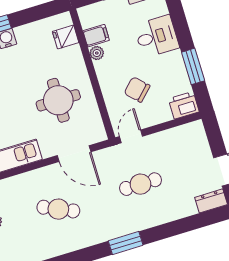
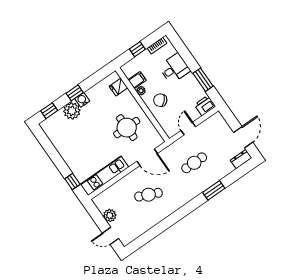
chair: (137, 90) -> (160, 100), moved
door: (131, 136) -> (188, 129), moved
window: (126, 243) -> (214, 190), moved

